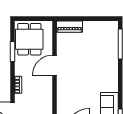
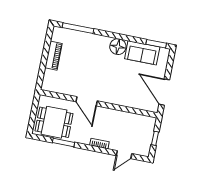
piano: (69, 27) -> (54, 56), moved
floor lamp: (110, 84) -> (118, 47), added

